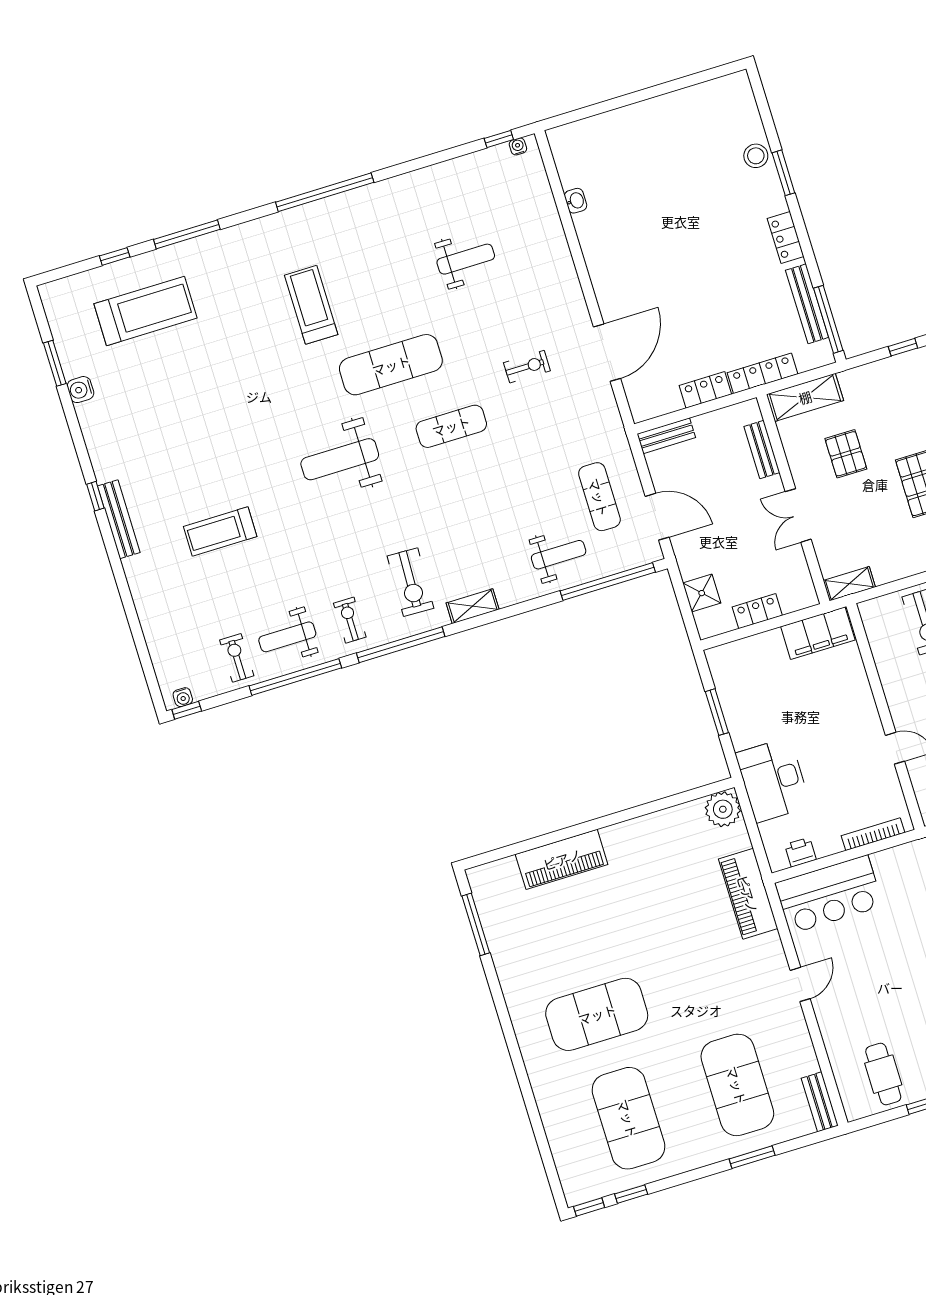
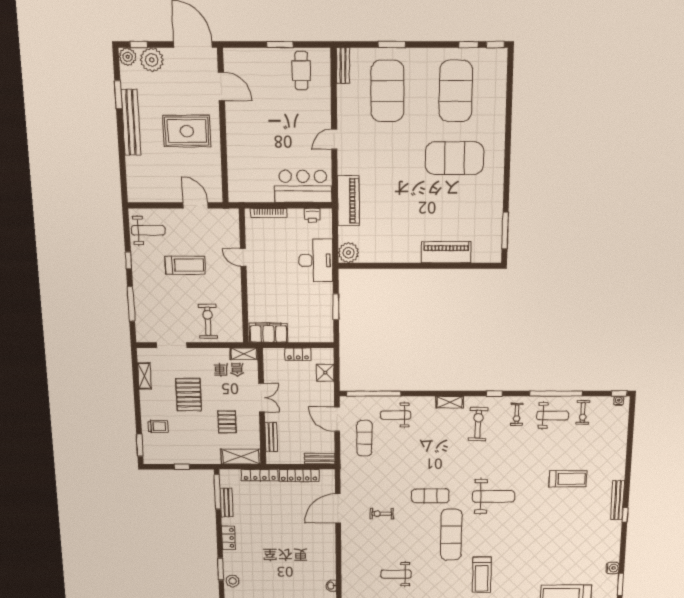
bench: (807, 304) -> (226, 503), width x0.73
exercise mat: (391, 365) -> (451, 535), turned 90
locker: (705, 390) -> (299, 475), width x1.53
window: (401, 645) -> (494, 394), width x0.32

